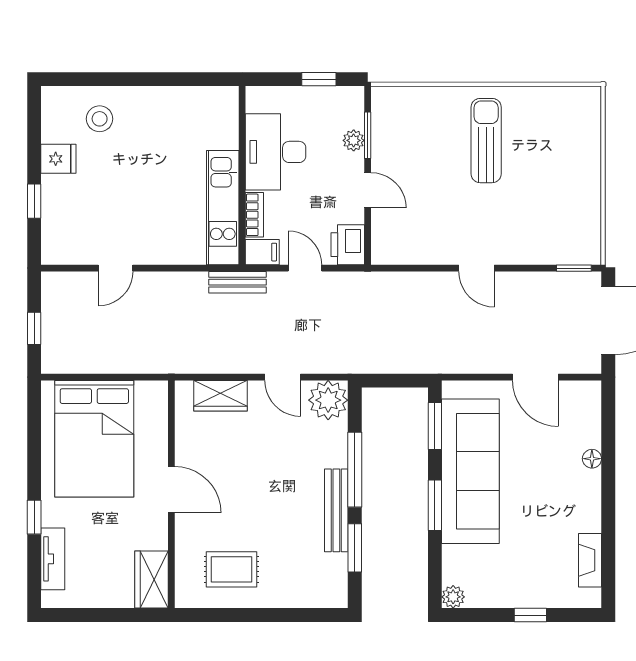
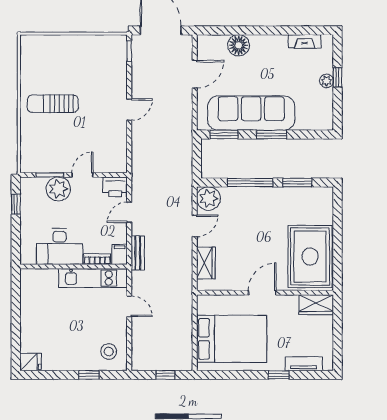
stool: (100, 119) -> (109, 351), moved
plant: (354, 140) -> (58, 189), width x1.87, depth x1.87
desk: (276, 152) -> (60, 246), moved
fridge: (58, 159) -> (30, 362), moved, turned 90
wall: (242, 175) -> (74, 266), moved
kitchen unit: (223, 208) -> (93, 278), moved
bookcase: (254, 215) -> (97, 259), moved
filing cabinet: (262, 252) -> (120, 254), moved
door: (116, 268) -> (129, 306), moved
floor lamp: (592, 459) -> (239, 45), width x1.89, depth x1.89
bench: (336, 510) -> (275, 194), removed
rug: (231, 569) -> (310, 257), width x1.86, depth x2.06
plant: (453, 597) -> (327, 81), moved

